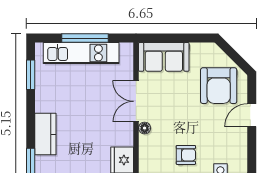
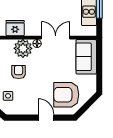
plant: (152, 149) -> (23, 48), added
armchair: (186, 155) -> (19, 72), turned 180

